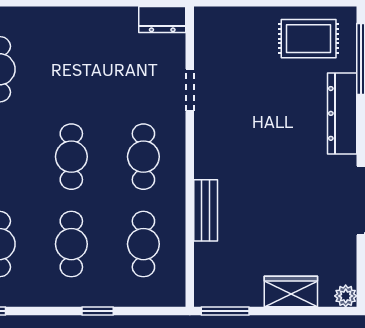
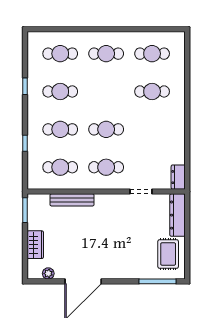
dresser: (342, 113) -> (177, 215), moved, turned -90
bench: (206, 210) -> (72, 200), width x1.36
plant: (346, 296) -> (48, 273), moved

